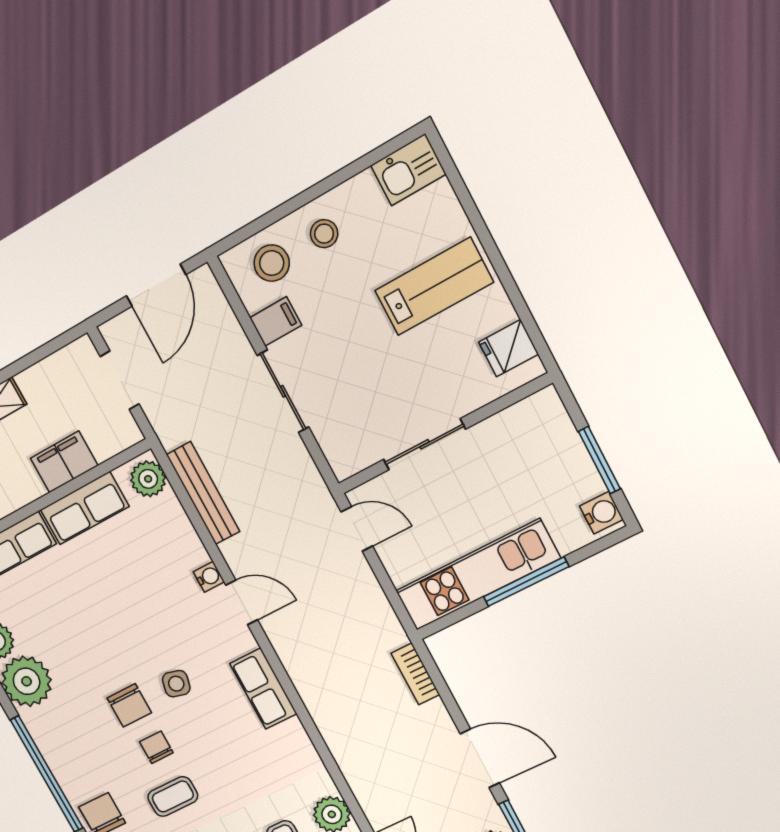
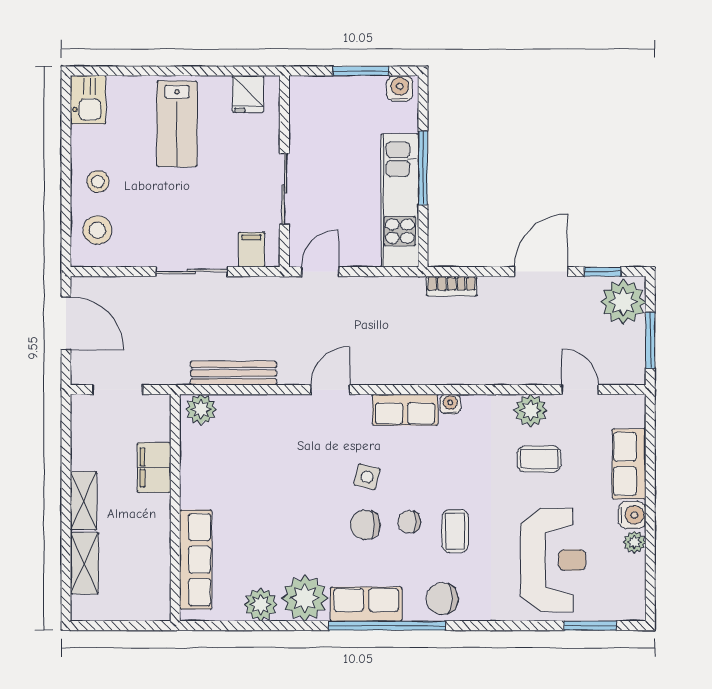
lab bench: (434, 286) -> (177, 124), turned 180
filing cabinet: (276, 321) -> (251, 250), moved
row of seats: (85, 508) -> (366, 604), moved, turned -90
water cooler: (209, 577) -> (450, 404), moved
chair: (129, 705) -> (365, 525), turned 180

